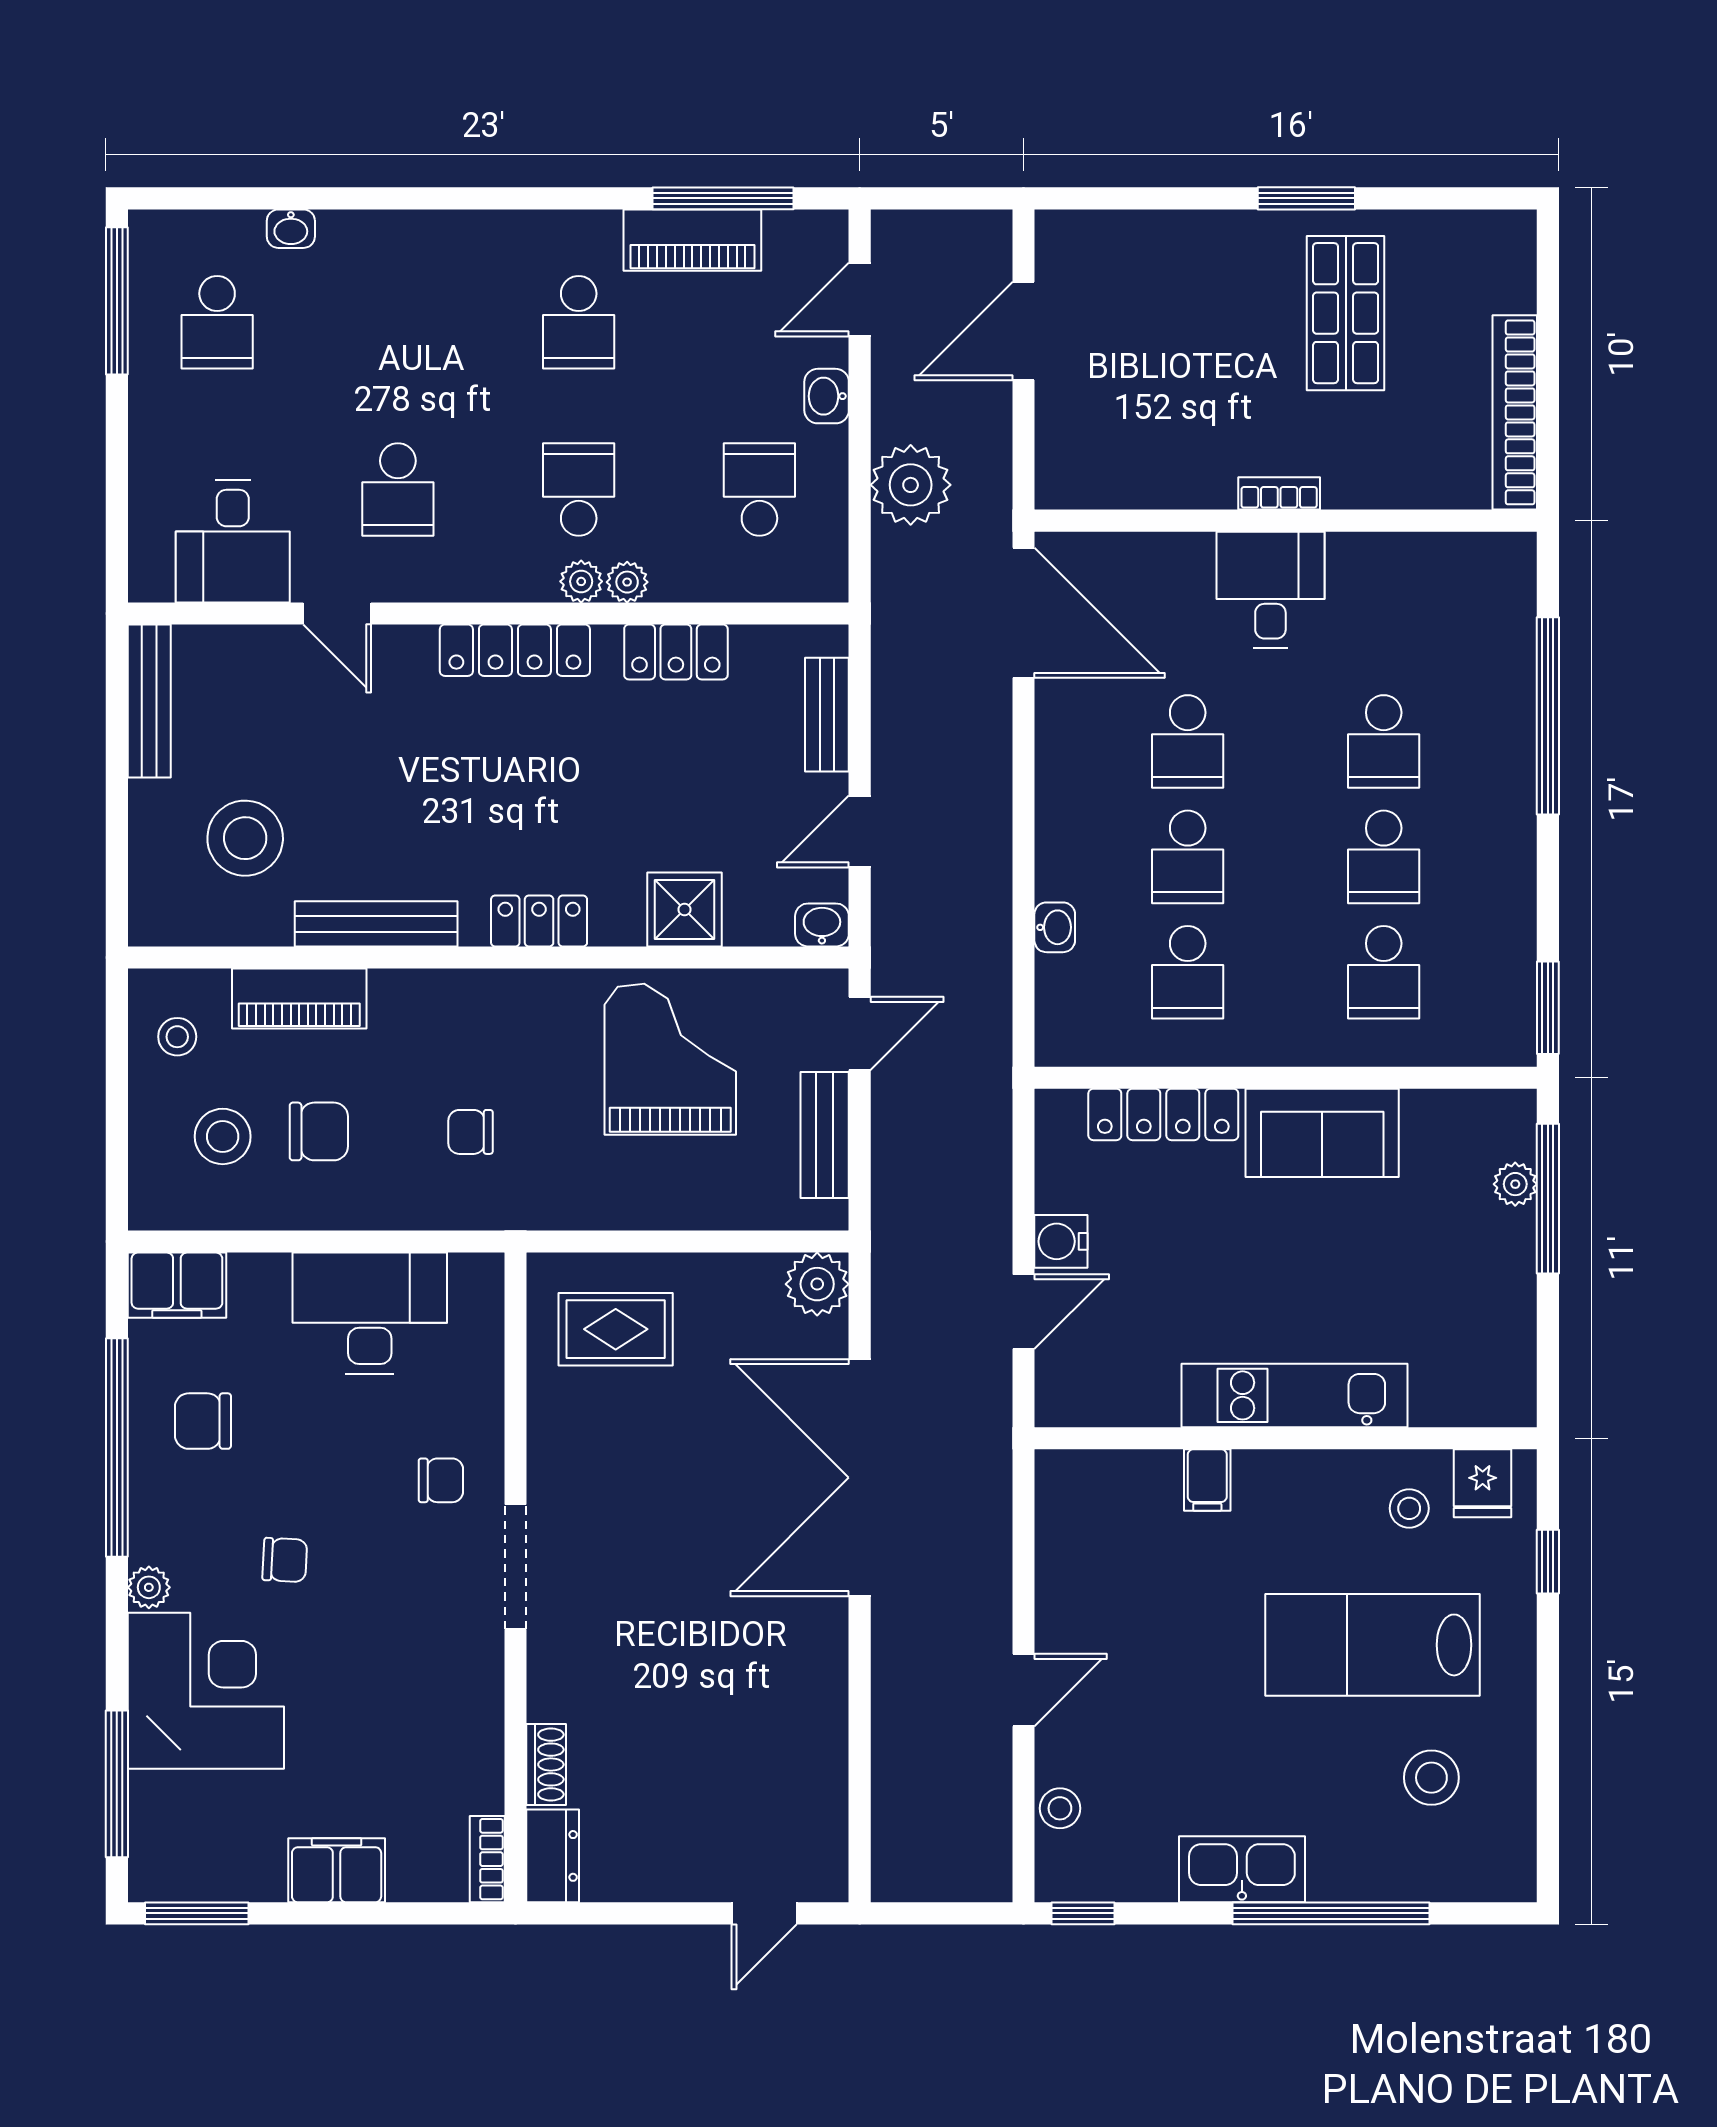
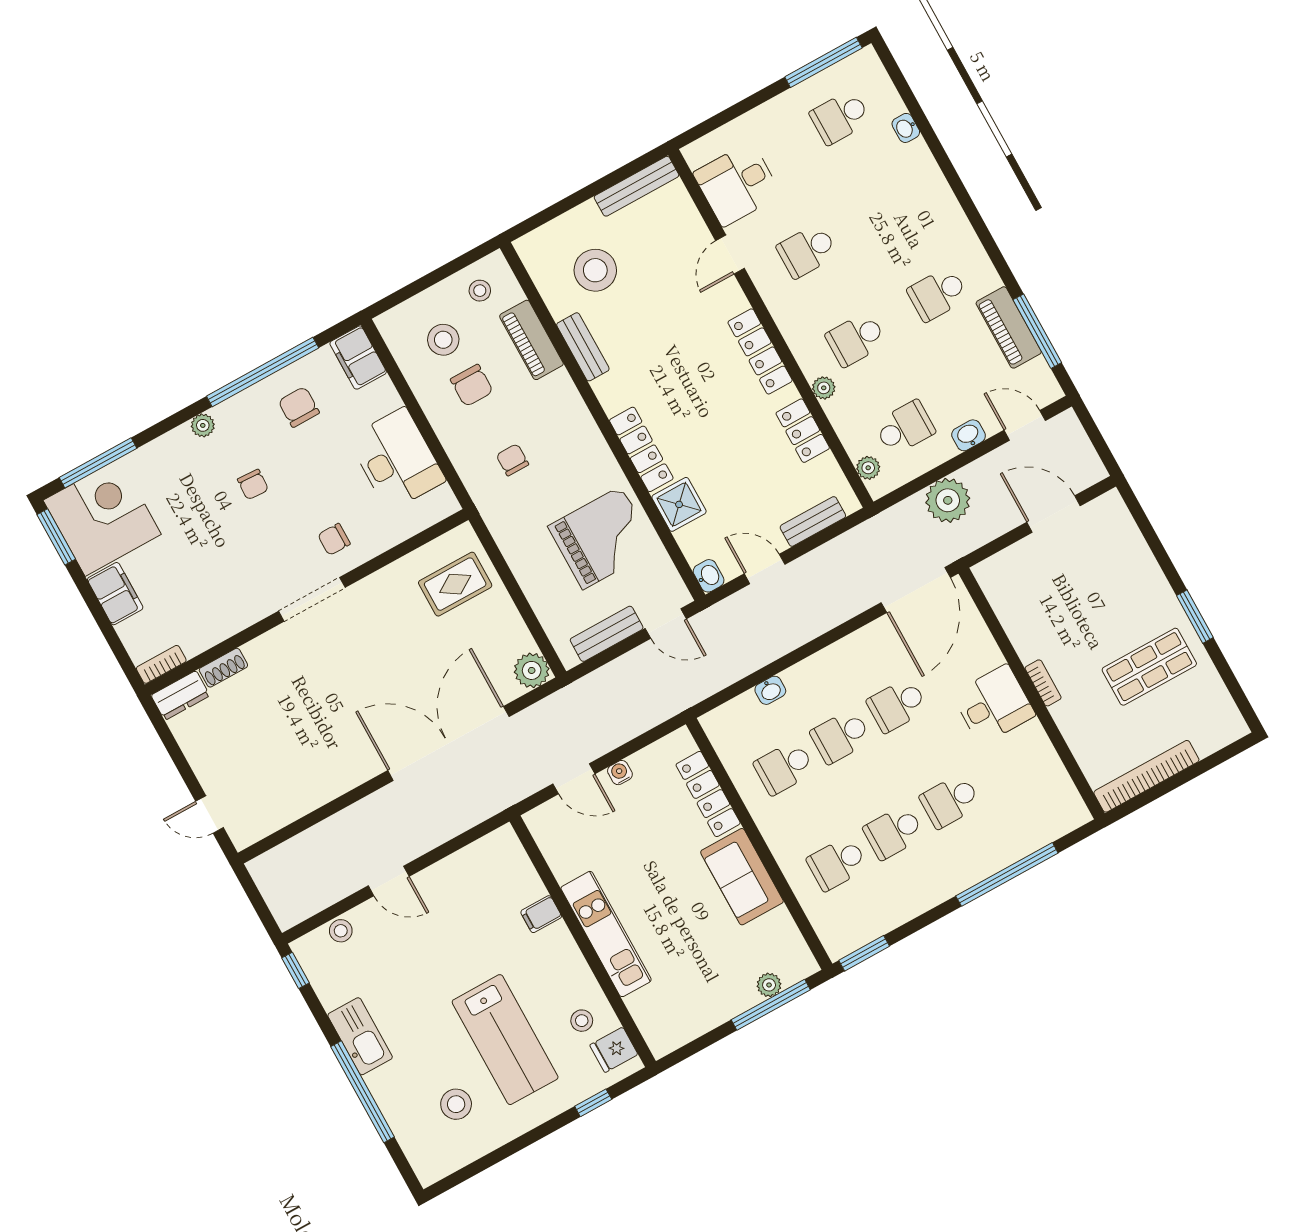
school desk: (579, 490) -> (856, 339), turned 180
plant: (581, 581) -> (868, 468), moved
locker: (539, 921) -> (641, 449), width x1.53
bench: (376, 924) -> (583, 347), width x0.73
water cooler: (1061, 1241) -> (620, 773), width x0.72, depth x0.72
rug: (616, 1329) -> (455, 584), turned 90
chair: (441, 1480) -> (334, 539), turned 90
lab bench: (1373, 1645) -> (505, 1040), turned 180
corner desk: (206, 1691) -> (102, 517), moved, turned -90

